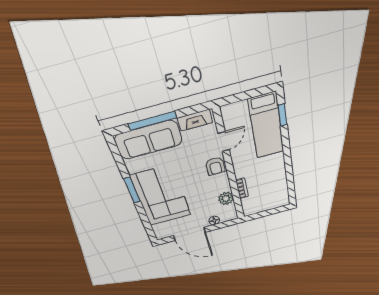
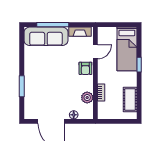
window: (283, 115) -> (139, 65), moved
cot: (279, 186) -> (130, 99), added
window: (132, 190) -> (22, 86), moved
corner sofa: (161, 196) -> (40, 80), removed

